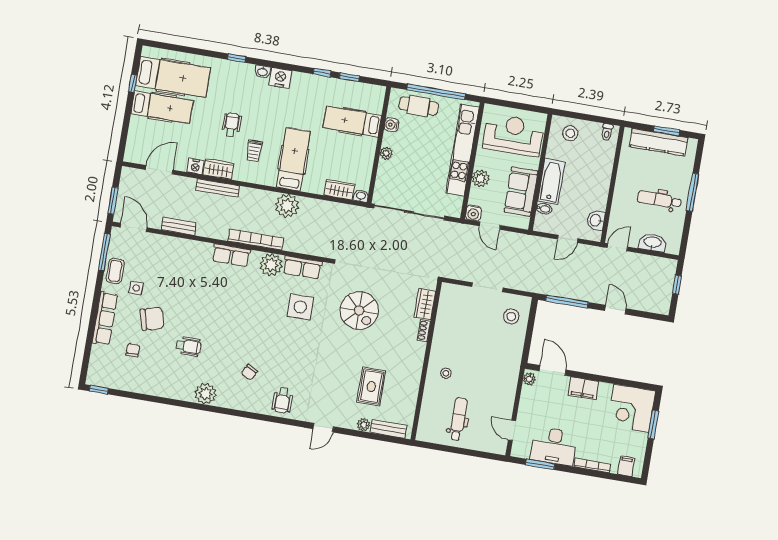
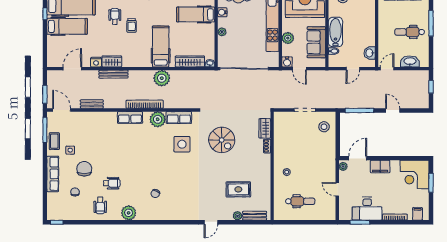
wheelchair: (232, 125) -> (115, 16), moved
trolley: (254, 151) -> (132, 25), moved
wardrobe: (339, 190) -> (190, 61), width x1.50
chair: (152, 319) -> (84, 169), turned -74
door: (553, 370) -> (358, 158), hinge flipped
rug: (371, 387) -> (238, 189), turned 90
wheelchair: (283, 400) -> (100, 205), moved
dental chair: (458, 419) -> (300, 201), turned 90
door: (512, 430) -> (337, 189), moved

